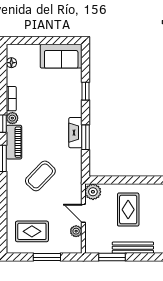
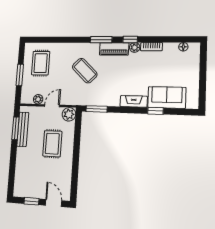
sofa: (61, 56) -> (167, 97), moved, turned 90
fireplace: (75, 133) -> (134, 101), moved
window: (86, 137) -> (97, 109), moved
rug: (128, 210) -> (52, 144), turned 90
bench: (133, 248) -> (23, 129), moved

